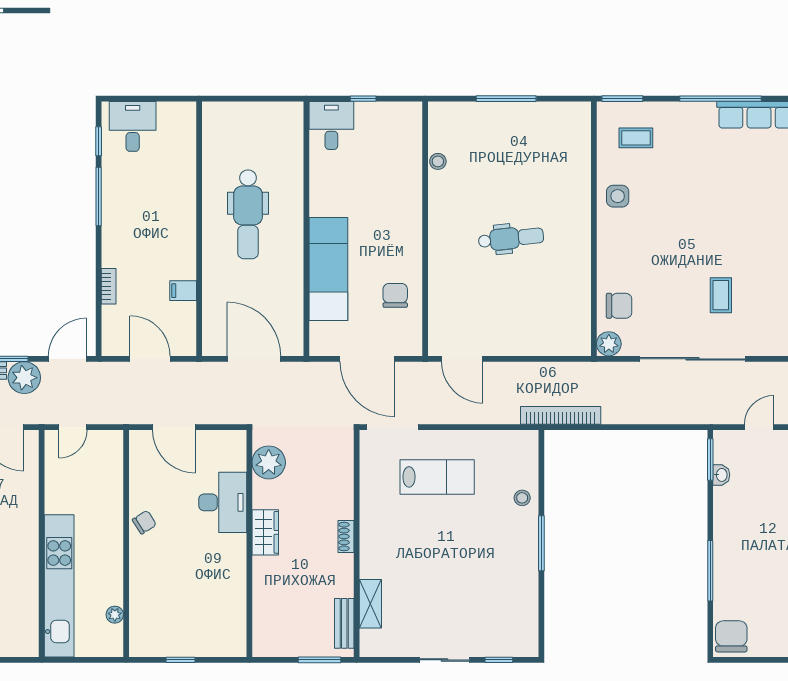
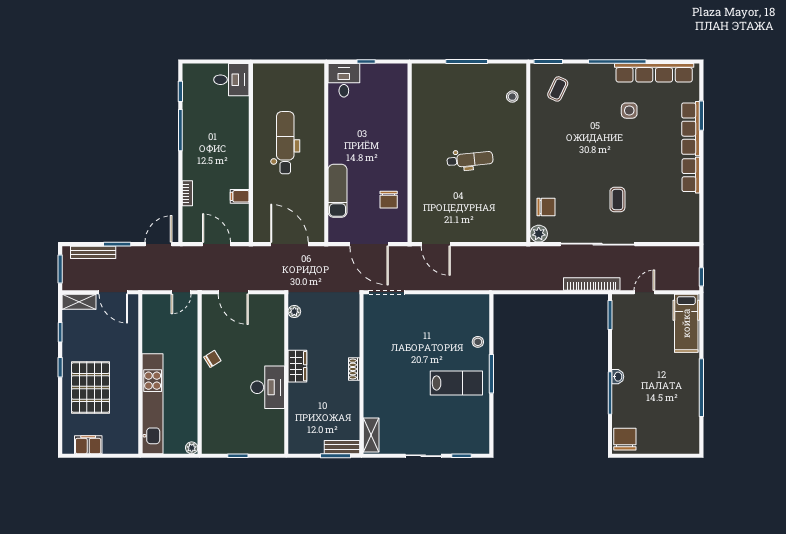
desk: (133, 126) -> (231, 80), moved, turned 90
coffee table: (636, 138) -> (558, 89), turned -65
stool: (438, 161) -> (512, 97), moved
side table: (618, 196) -> (629, 111), moved
dental chair: (248, 214) -> (285, 143), turned 180
exam couch: (328, 269) -> (338, 191), width x0.73, depth x0.69
chair: (395, 295) -> (389, 200), turned 180
plant: (24, 378) -> (128, 257), removed
bookcase: (561, 415) -> (592, 284), moved
door: (73, 427) -> (181, 292), moved
plant: (269, 462) -> (294, 312), width x0.53, depth x0.53
washbasin: (721, 475) -> (618, 377), moved
lab bench: (437, 477) -> (456, 383), moved
desk: (223, 502) -> (268, 387), moved
shelving: (370, 604) -> (371, 435), moved
plant: (115, 615) -> (192, 448), moved
bench: (344, 623) -> (342, 447), moved, turned 90

